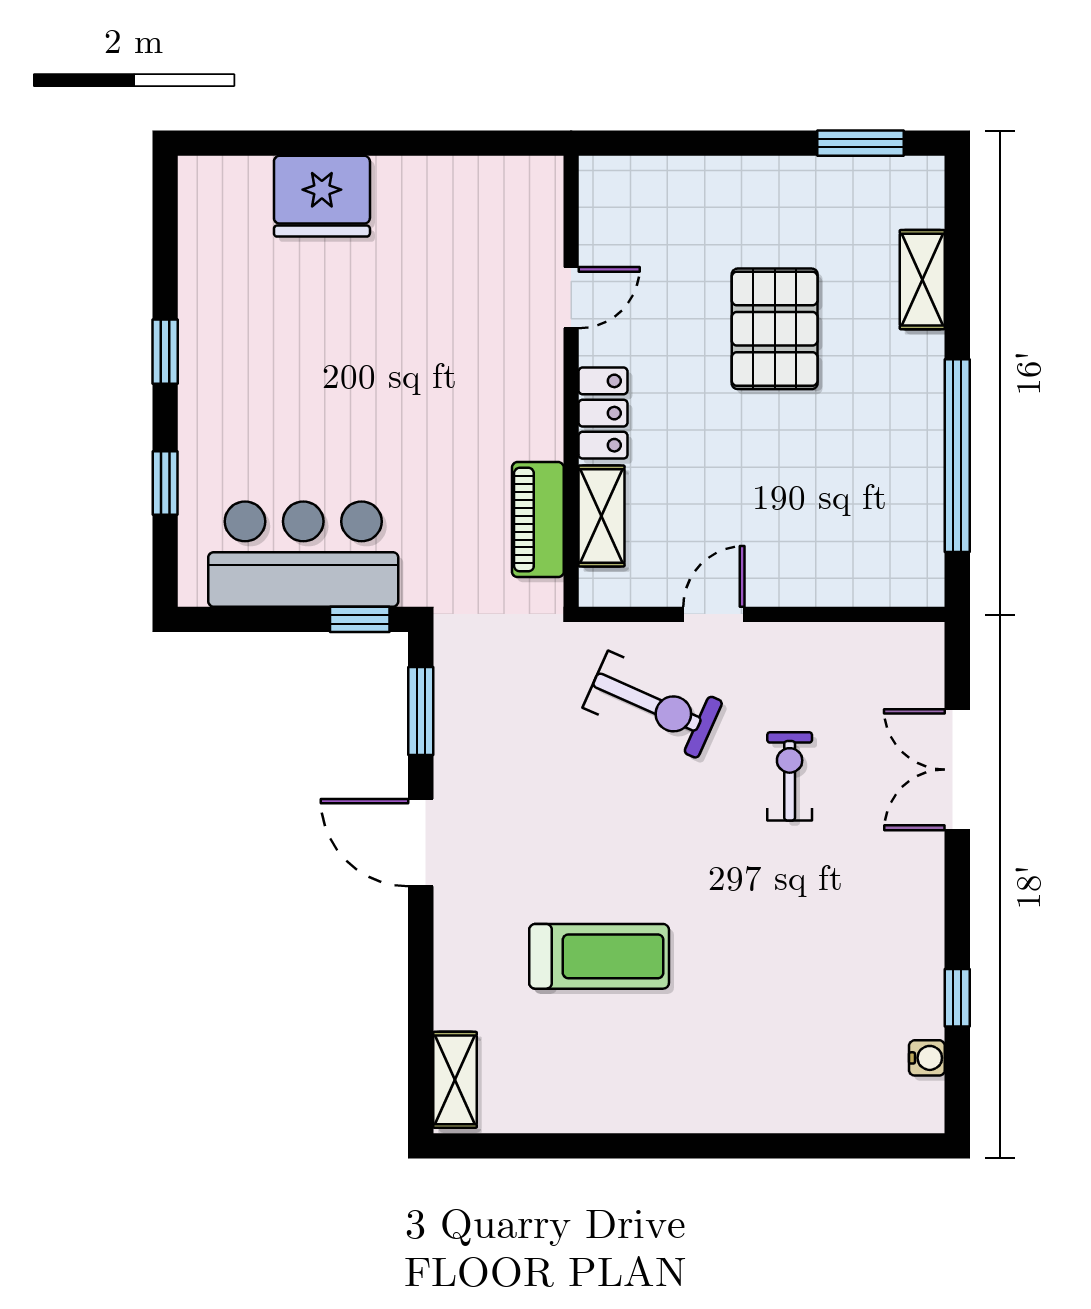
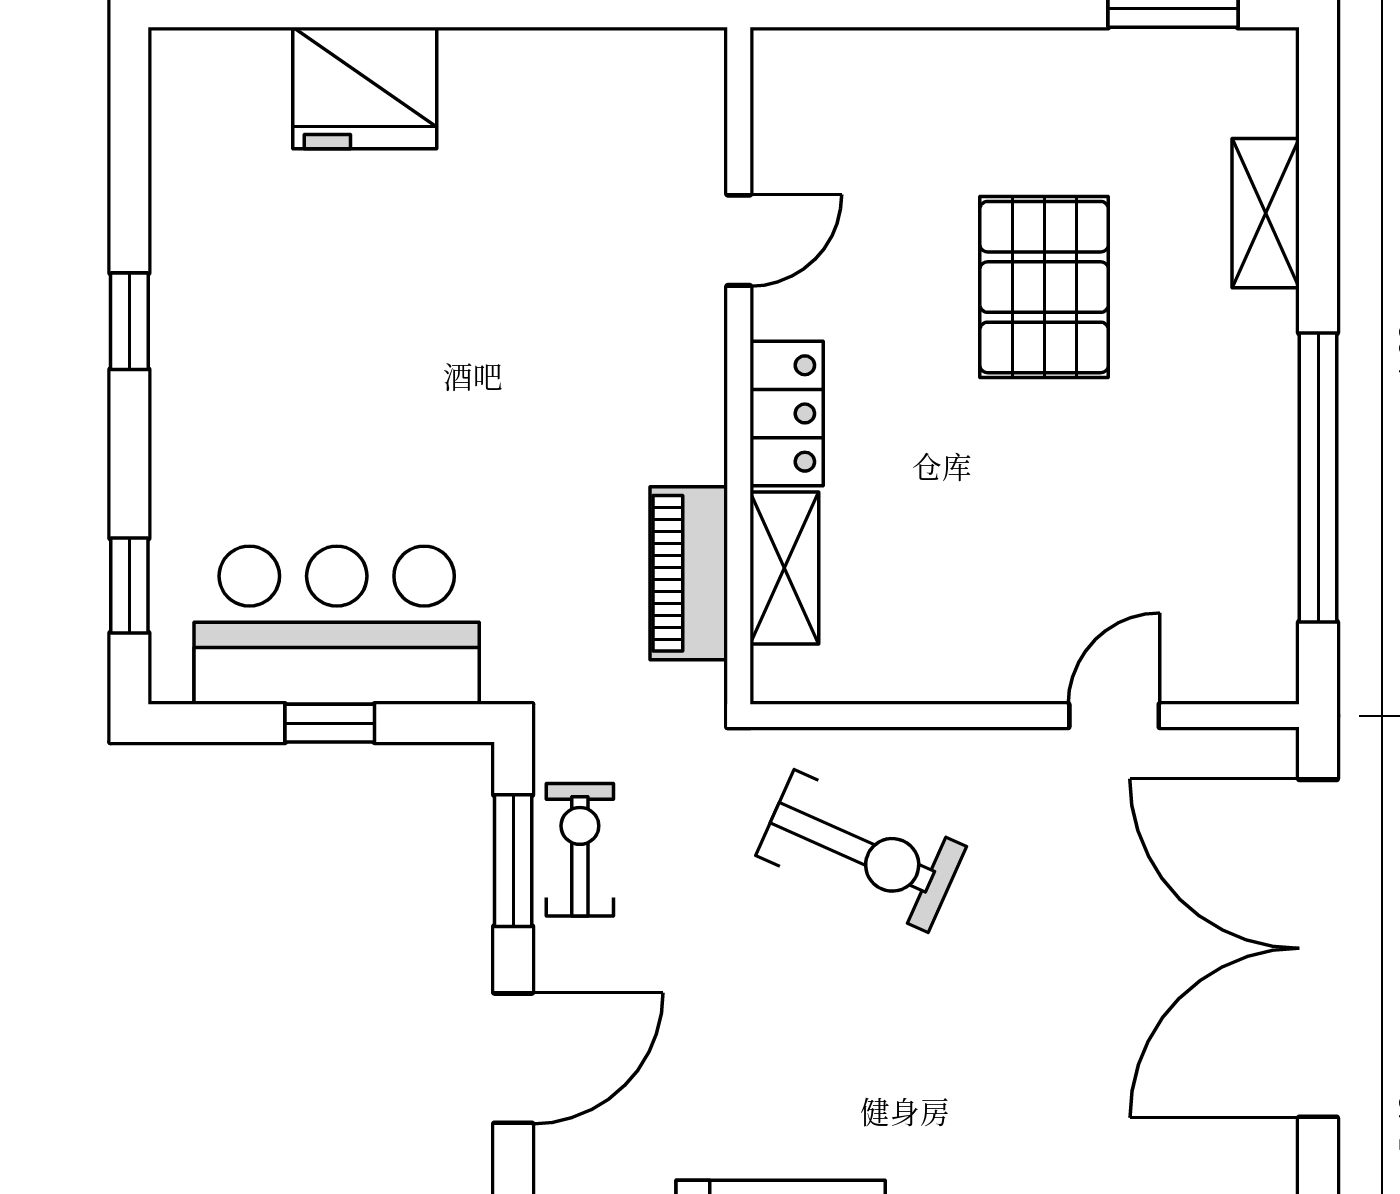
window: (165, 483) -> (129, 586), moved
door: (714, 614) -> (1114, 716), moved
window: (360, 619) -> (330, 723), moved
double door: (957, 770) -> (1318, 948), width x1.87
exercise bike: (790, 776) -> (580, 850), moved
door: (421, 843) -> (513, 1058), swing flipped

